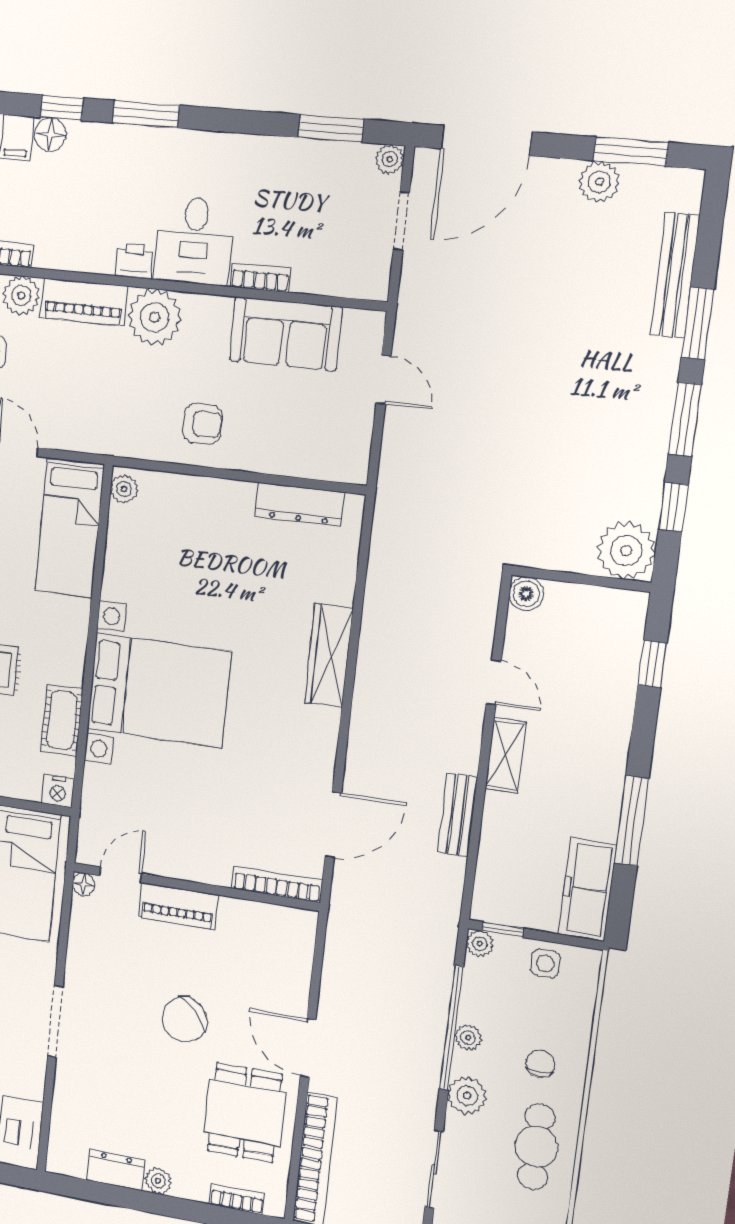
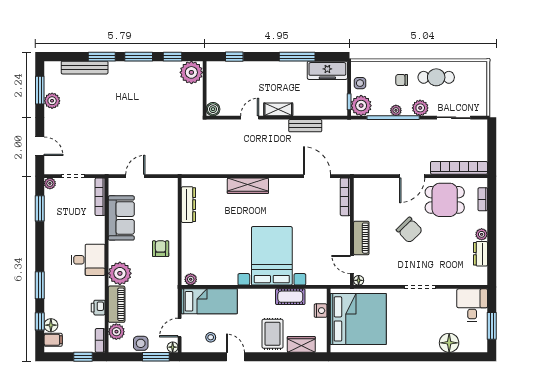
door: (486, 140) -> (40, 146), width x0.53
printer: (134, 261) -> (98, 308), moved
bookcase: (260, 277) -> (100, 197), moved, width x1.56
nightstand: (58, 791) -> (321, 311), moved
plant: (480, 944) -> (361, 106), width x1.87, depth x1.87

